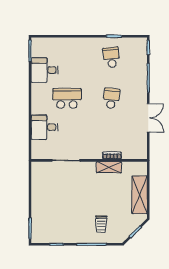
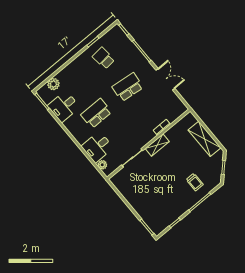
plant: (52, 44) -> (53, 84), added
school desk: (111, 98) -> (128, 87), width x1.85
plant: (36, 145) -> (102, 165), added
shelving: (109, 167) -> (157, 145), moved

